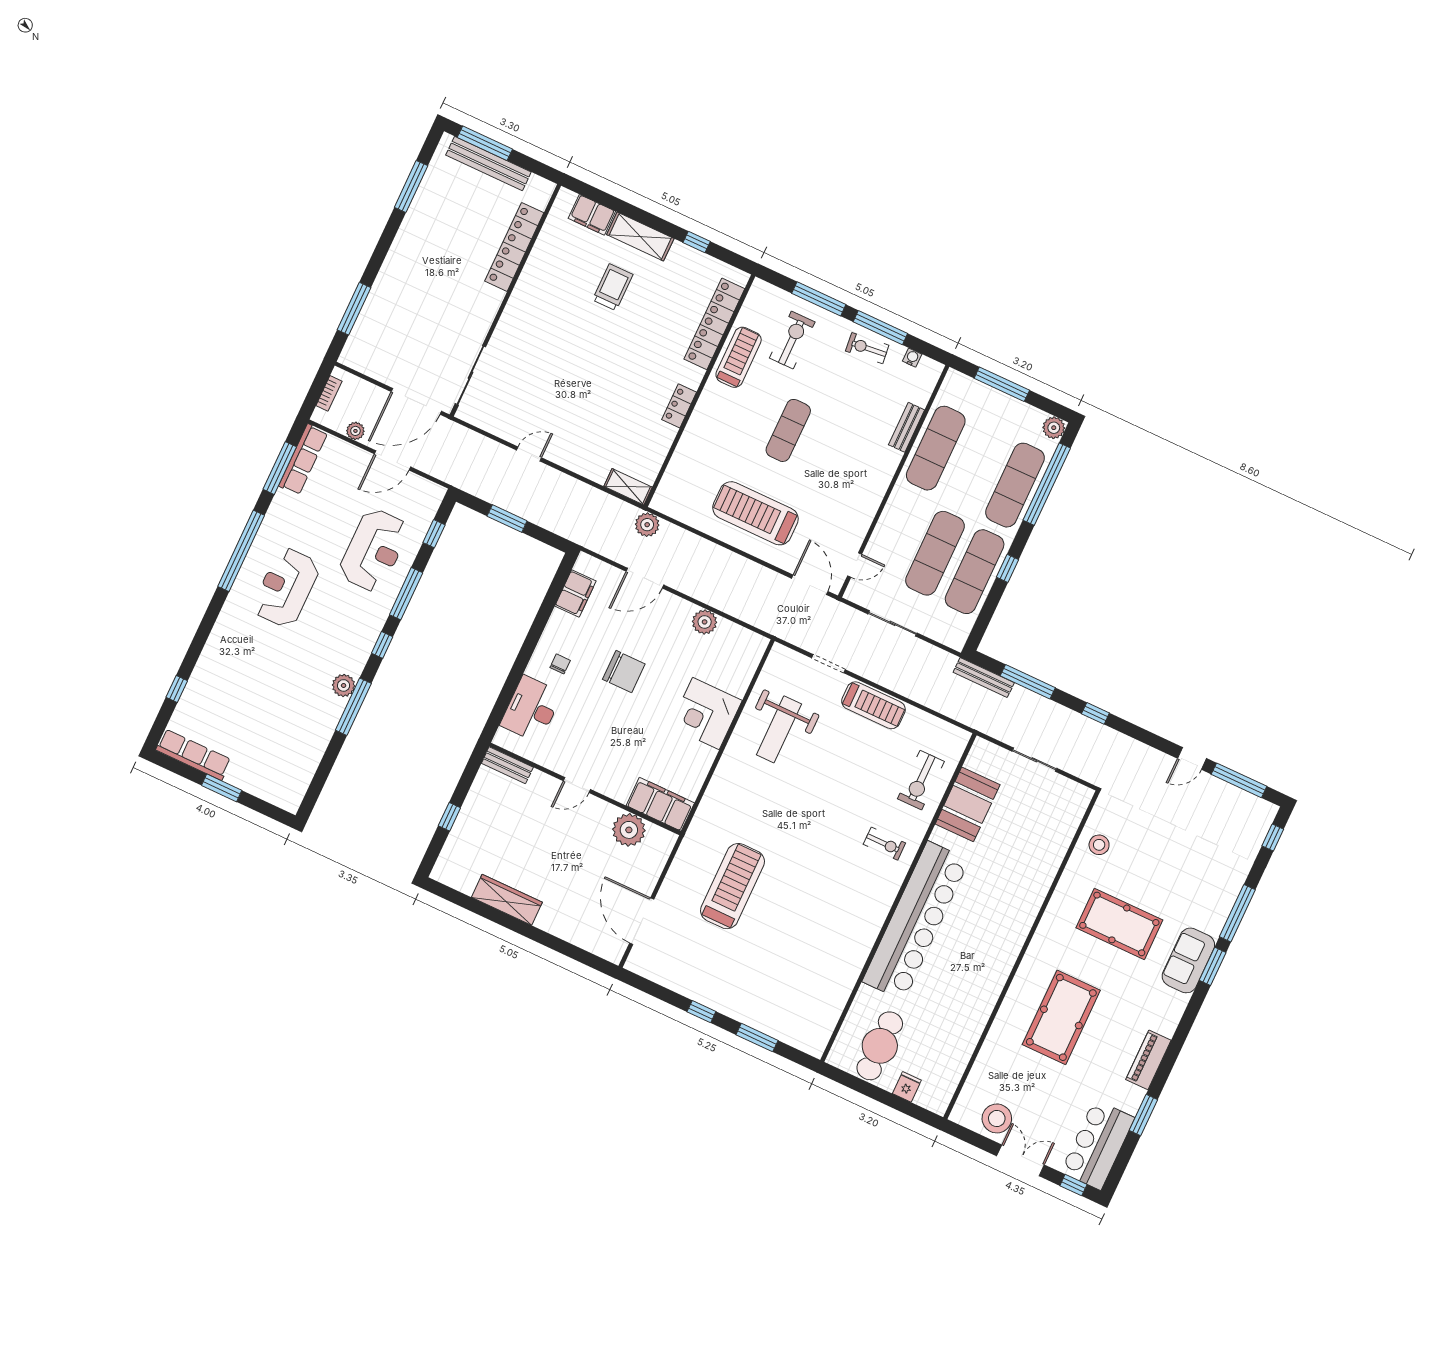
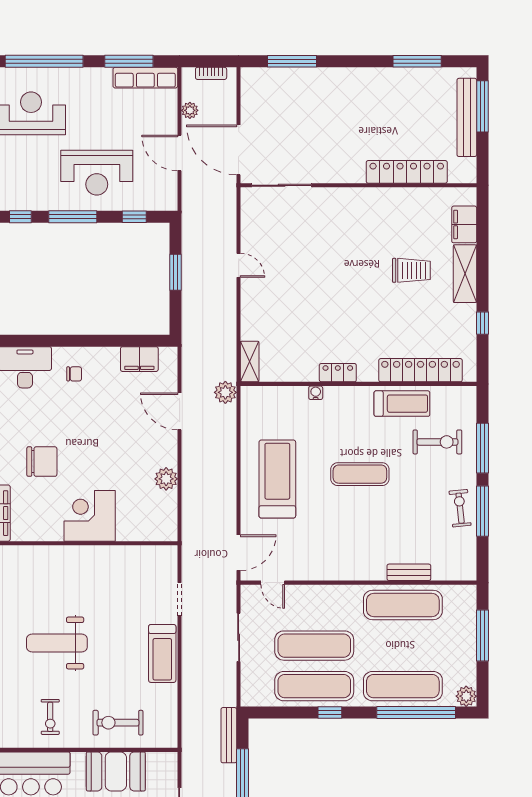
water cooler: (912, 358) -> (316, 393), moved, turned -90
chair: (624, 672) -> (42, 462), moved, turned -90
weight bench: (779, 729) -> (57, 643), moved

